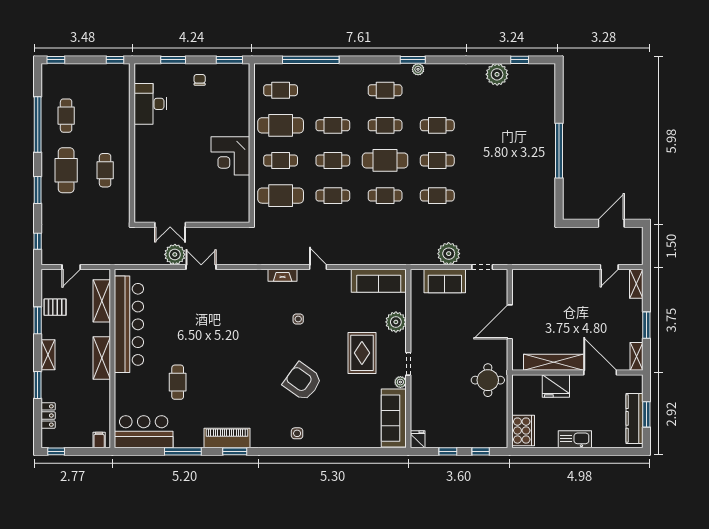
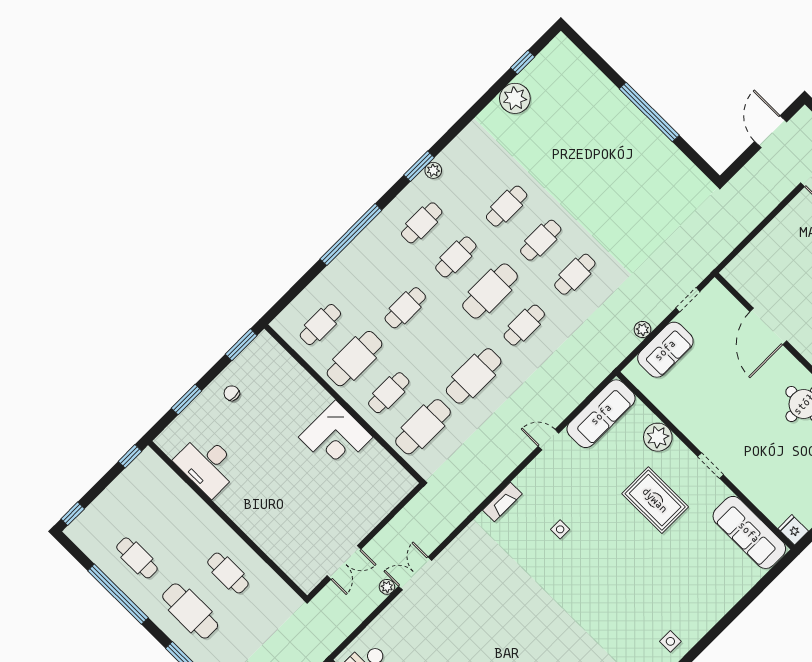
window: (311, 60) -> (351, 235), moved
cafe table: (333, 160) -> (439, 342), removed
cafe table: (333, 196) -> (474, 376), width x1.37, depth x1.35
plant: (175, 254) -> (387, 587), width x0.53, depth x0.53
plant: (449, 254) -> (643, 330), width x0.53, depth x0.53
door: (318, 267) -> (548, 440), moved
armchair: (302, 381) -> (625, 586), removed
plant: (400, 382) -> (721, 491), removed

